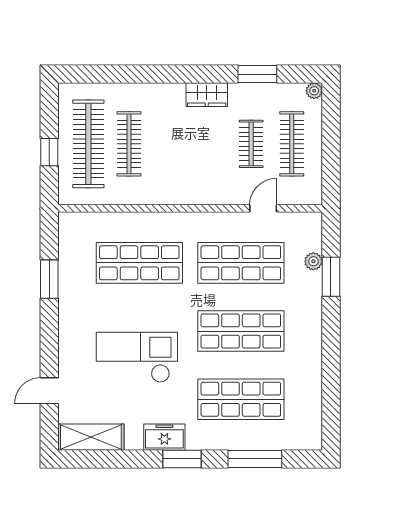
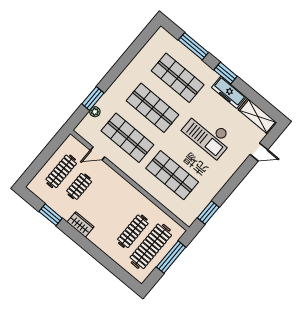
plant: (314, 91) -> (32, 187), removed
window: (49, 152) -> (171, 257), width x2.17
window: (49, 279) -> (208, 213), moved
freezer: (164, 437) -> (229, 92), width x1.40

